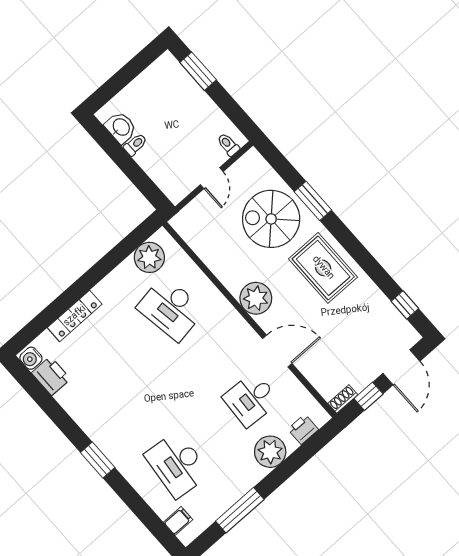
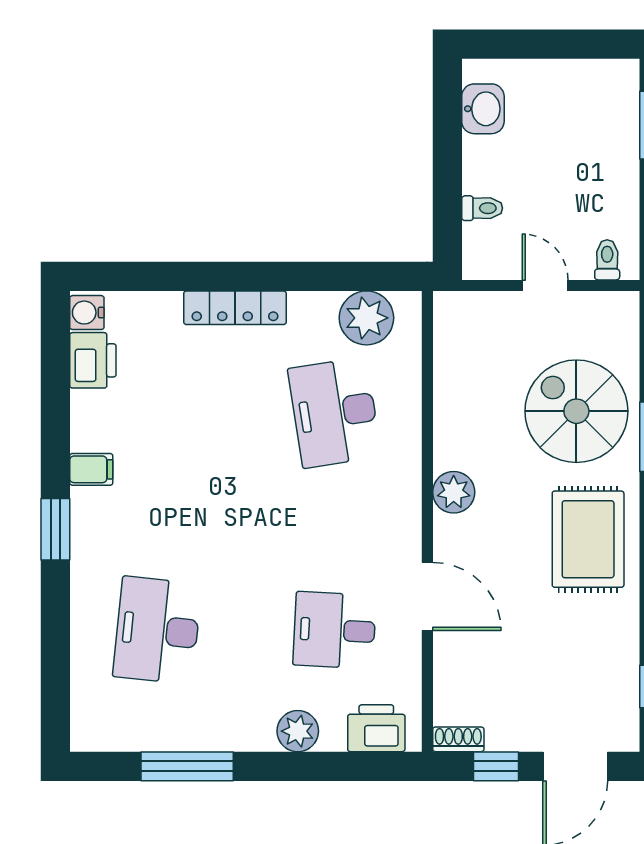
toilet: (135, 145) -> (482, 208), moved
door: (212, 178) -> (545, 285), swing flipped
plant: (256, 298) -> (454, 492), width x0.73, depth x0.73
locker: (75, 316) -> (235, 308), moved
printer: (303, 429) -> (376, 728), width x1.36, depth x1.24
plant: (270, 452) -> (298, 731), width x0.73, depth x0.73
filing cabinet: (178, 521) -> (91, 469), moved

